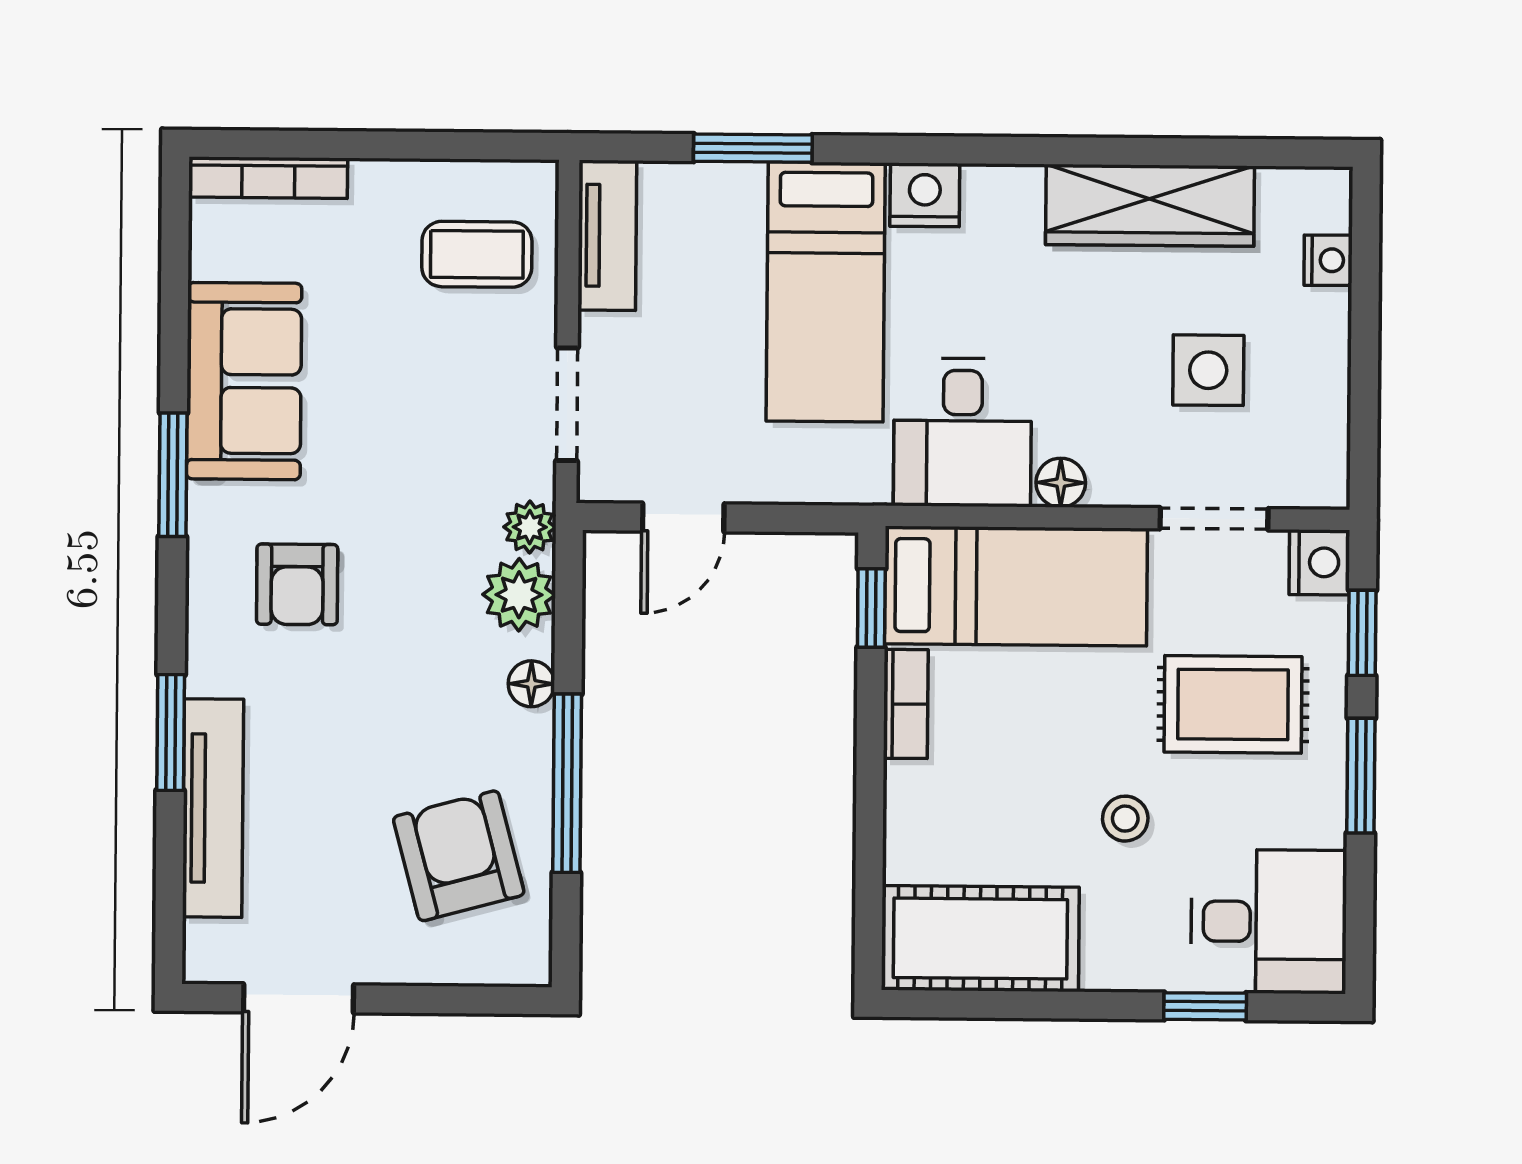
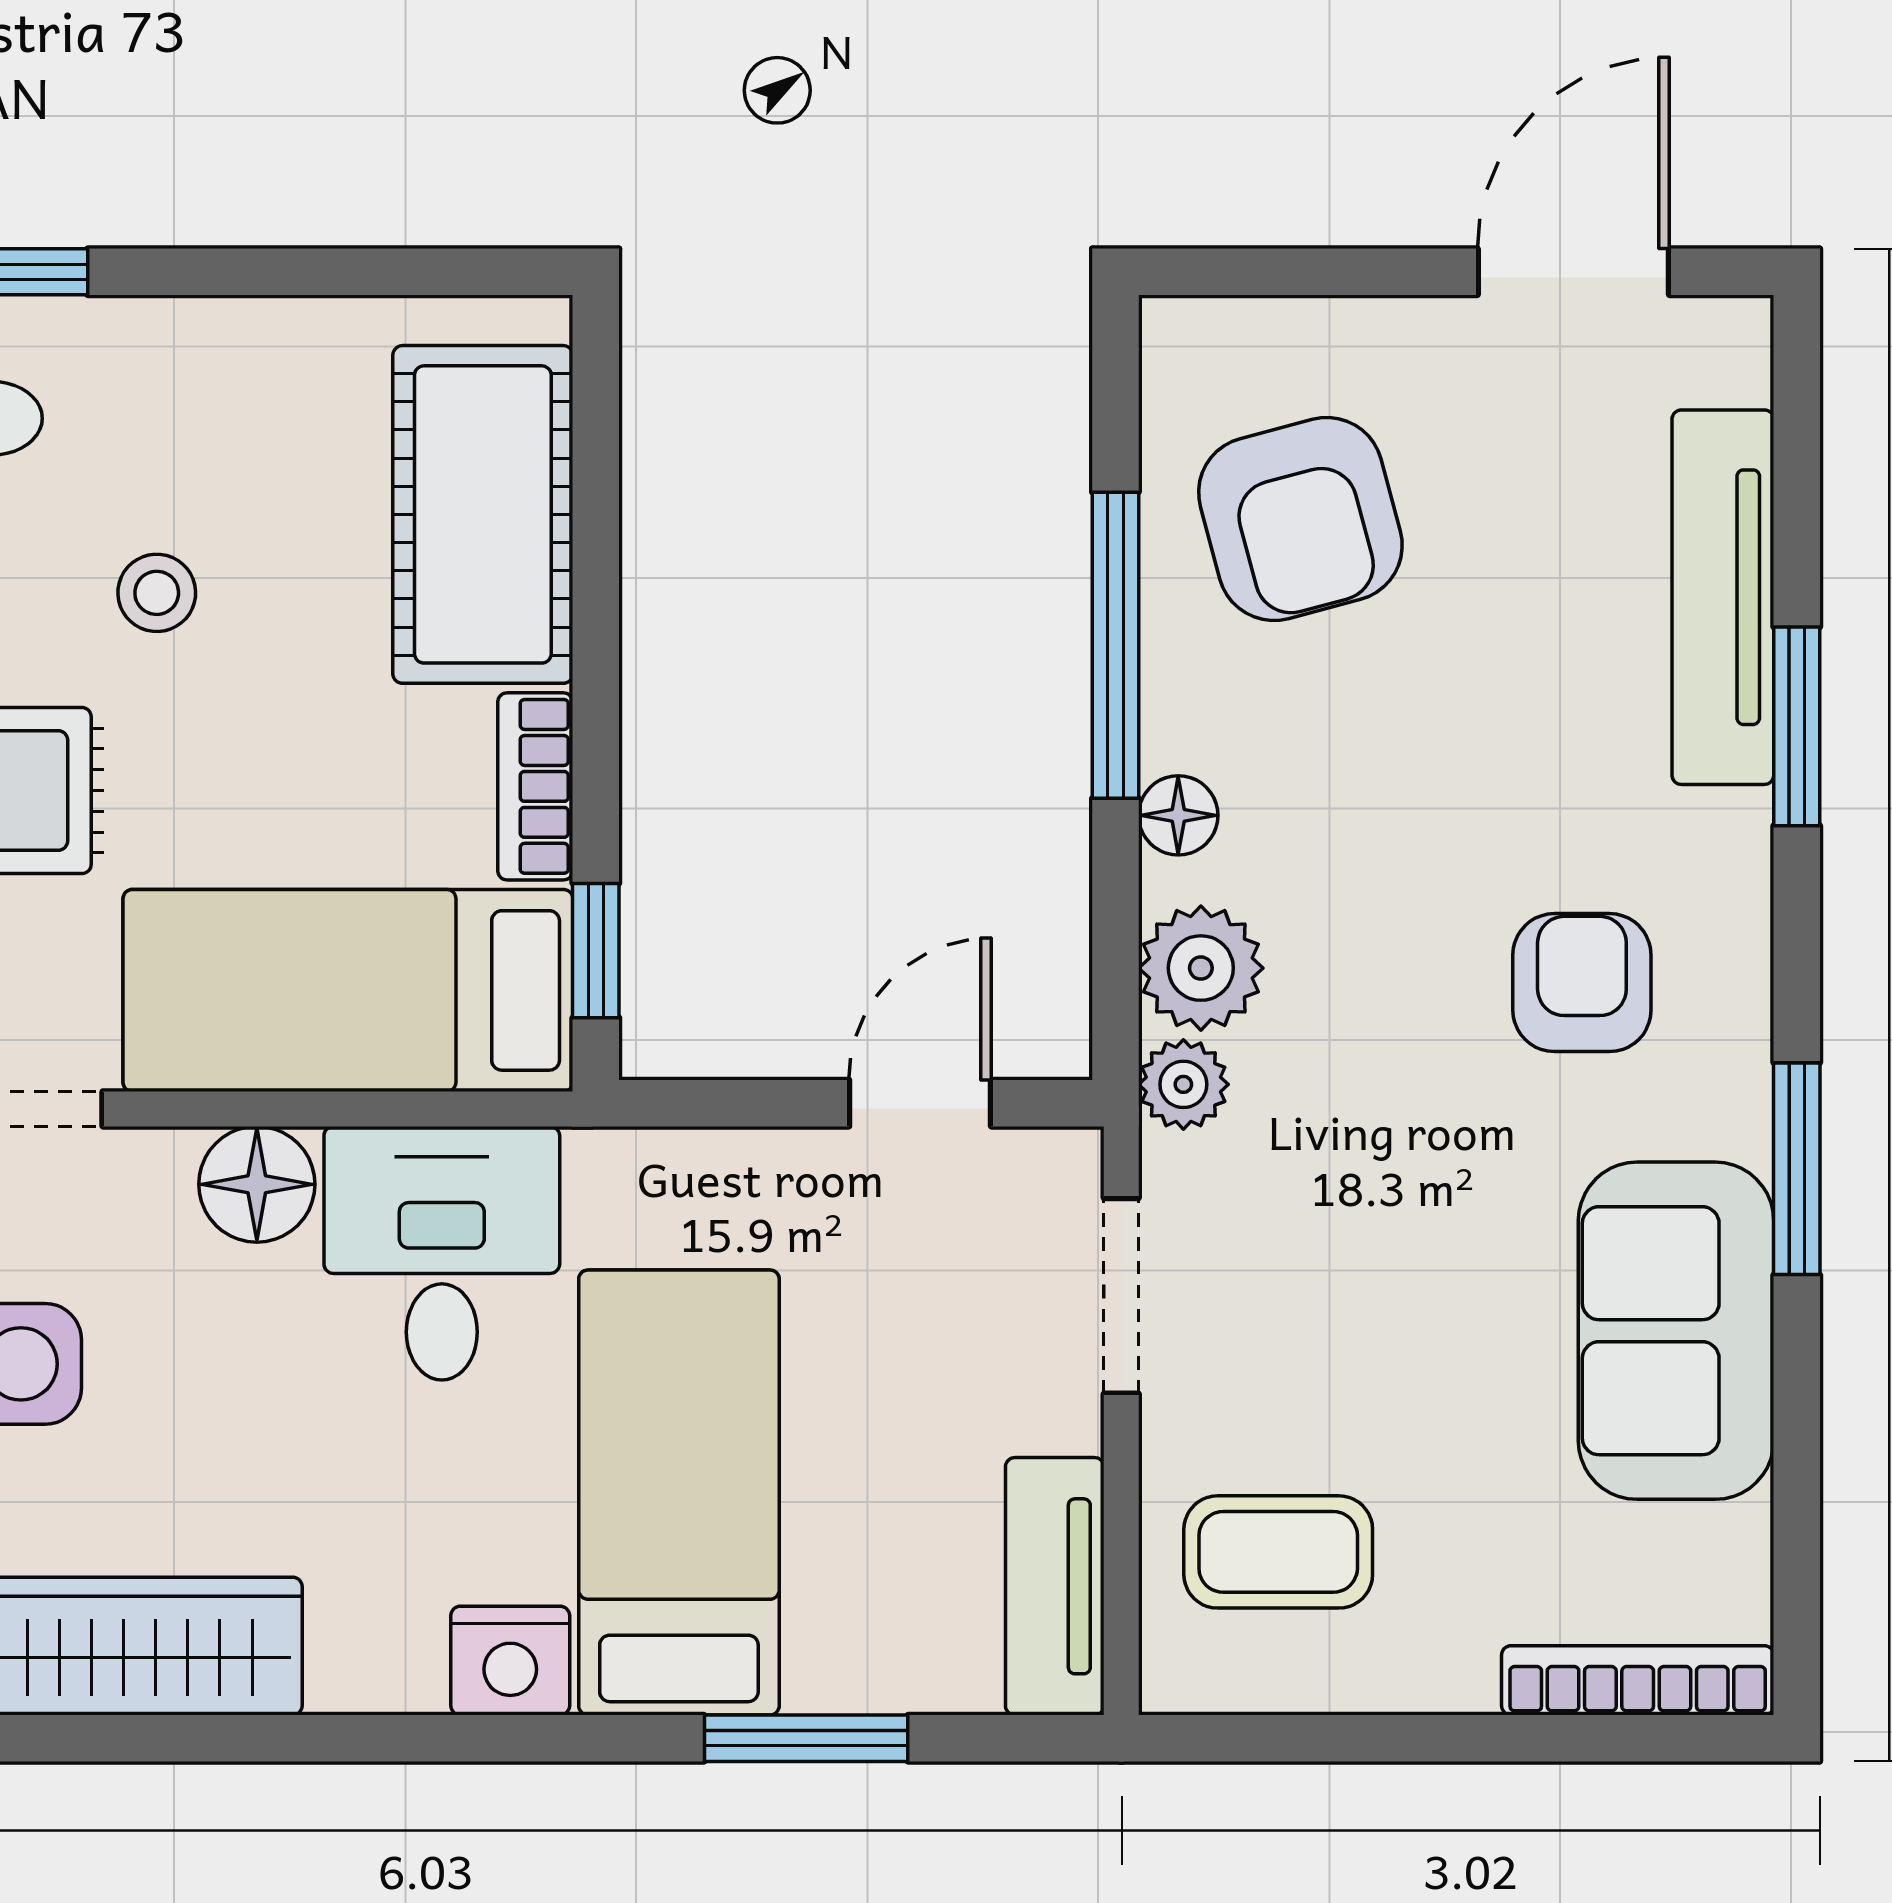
floor lamp: (1061, 483) -> (257, 1184), width x1.37, depth x1.37
cot: (980, 939) -> (483, 514), moved, turned 90

